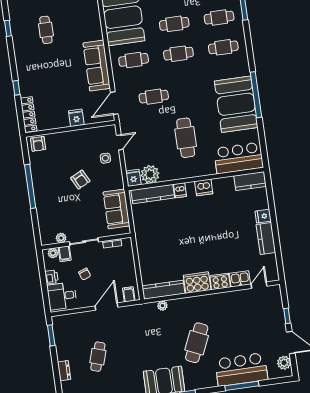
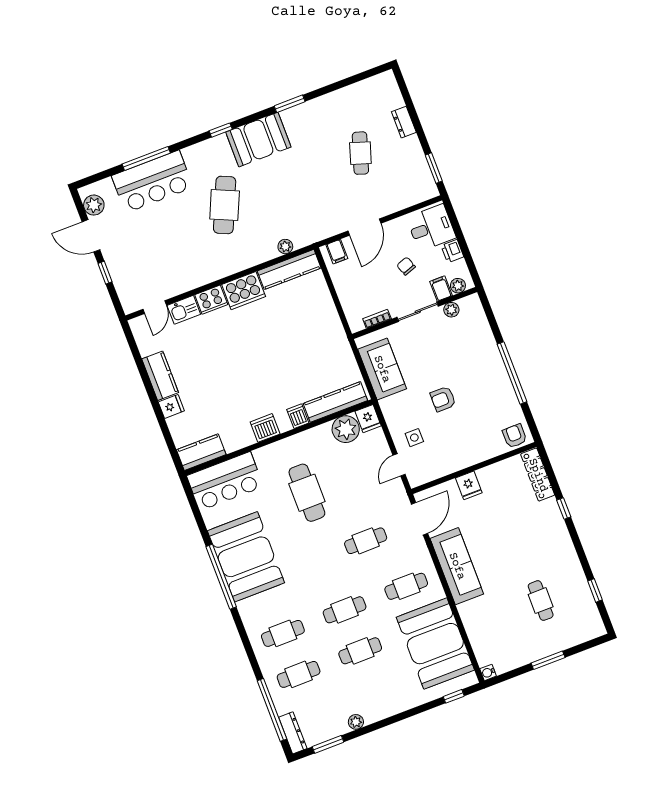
armchair: (80, 180) -> (443, 399), turned -63

